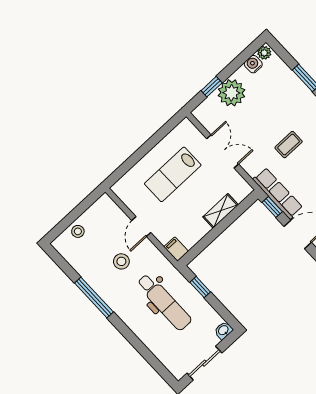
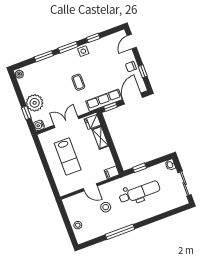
water cooler: (253, 64) -> (39, 125), moved
fridge: (239, 190) -> (92, 122), added

